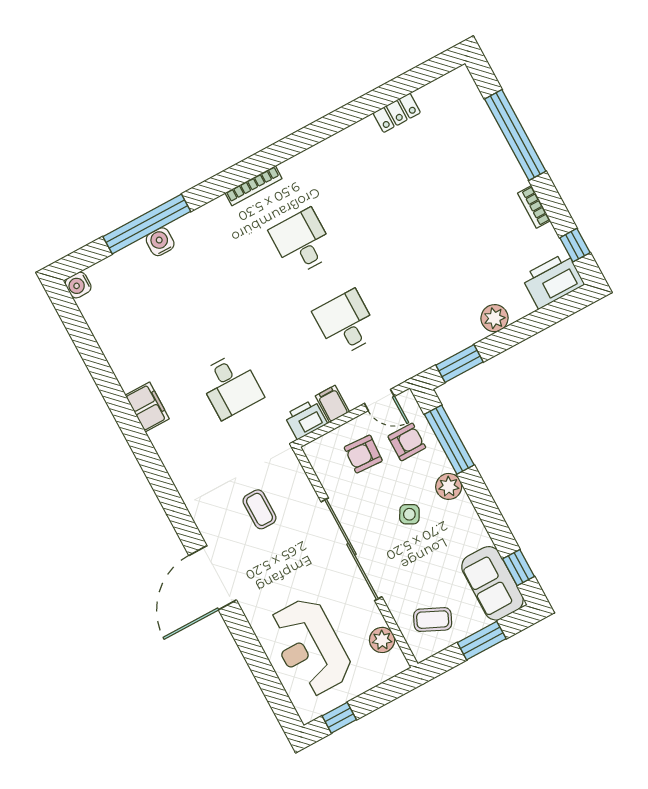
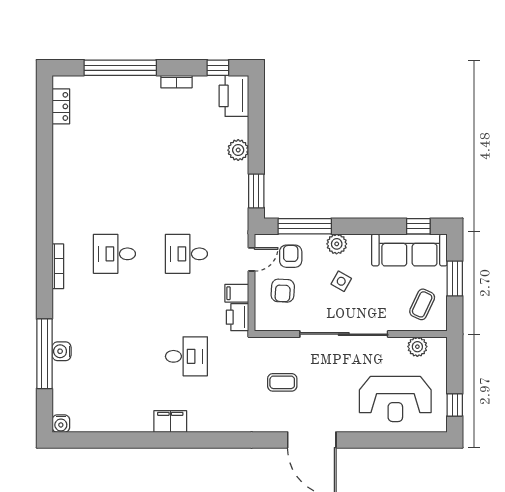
locker: (397, 113) -> (61, 106), moved
sofa: (492, 583) -> (409, 250), width x1.36

